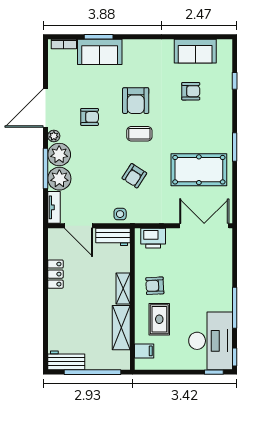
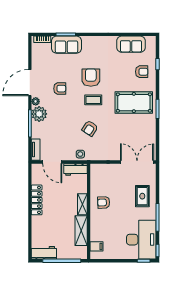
armchair: (191, 91) -> (142, 72), moved
armchair: (136, 101) -> (91, 78), turned 180
pool table: (199, 170) -> (134, 103), moved
plant: (59, 179) -> (39, 130), removed
printer: (153, 238) -> (103, 170), removed
locker: (55, 274) -> (37, 200), width x1.53
rug: (159, 319) -> (142, 196), moved

